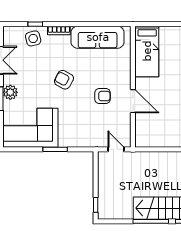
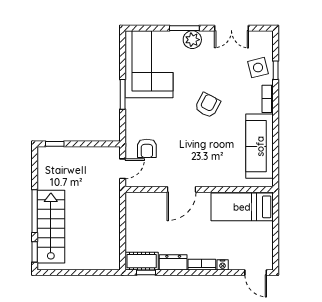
armchair: (103, 96) -> (147, 148), moved

